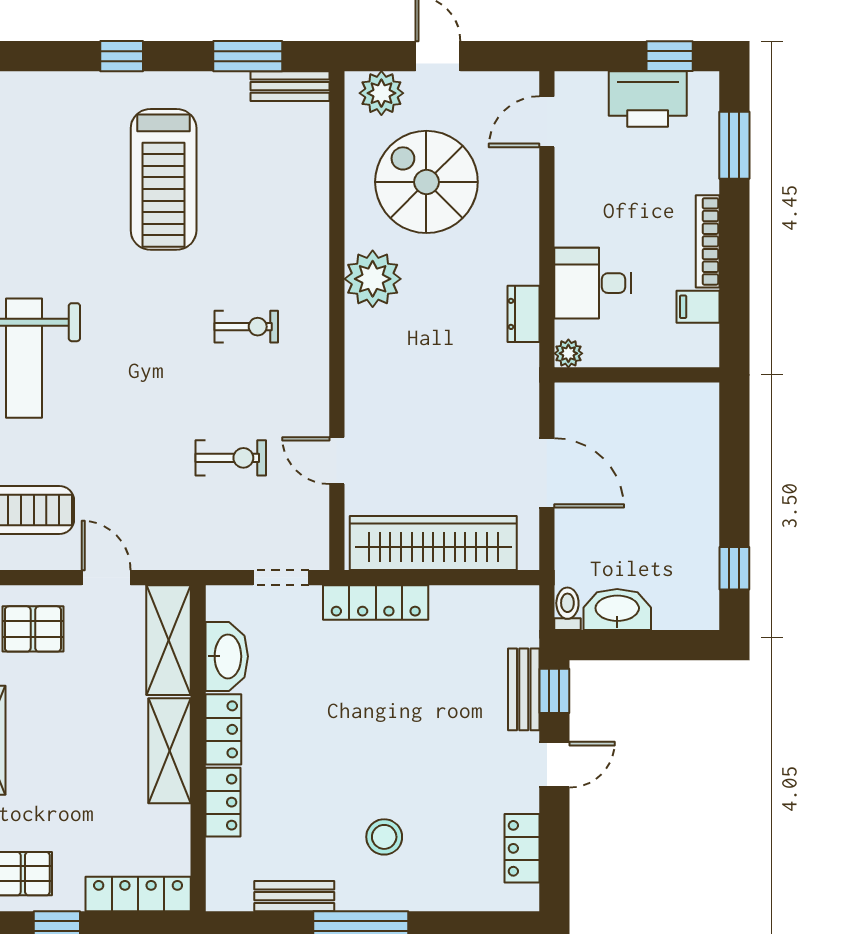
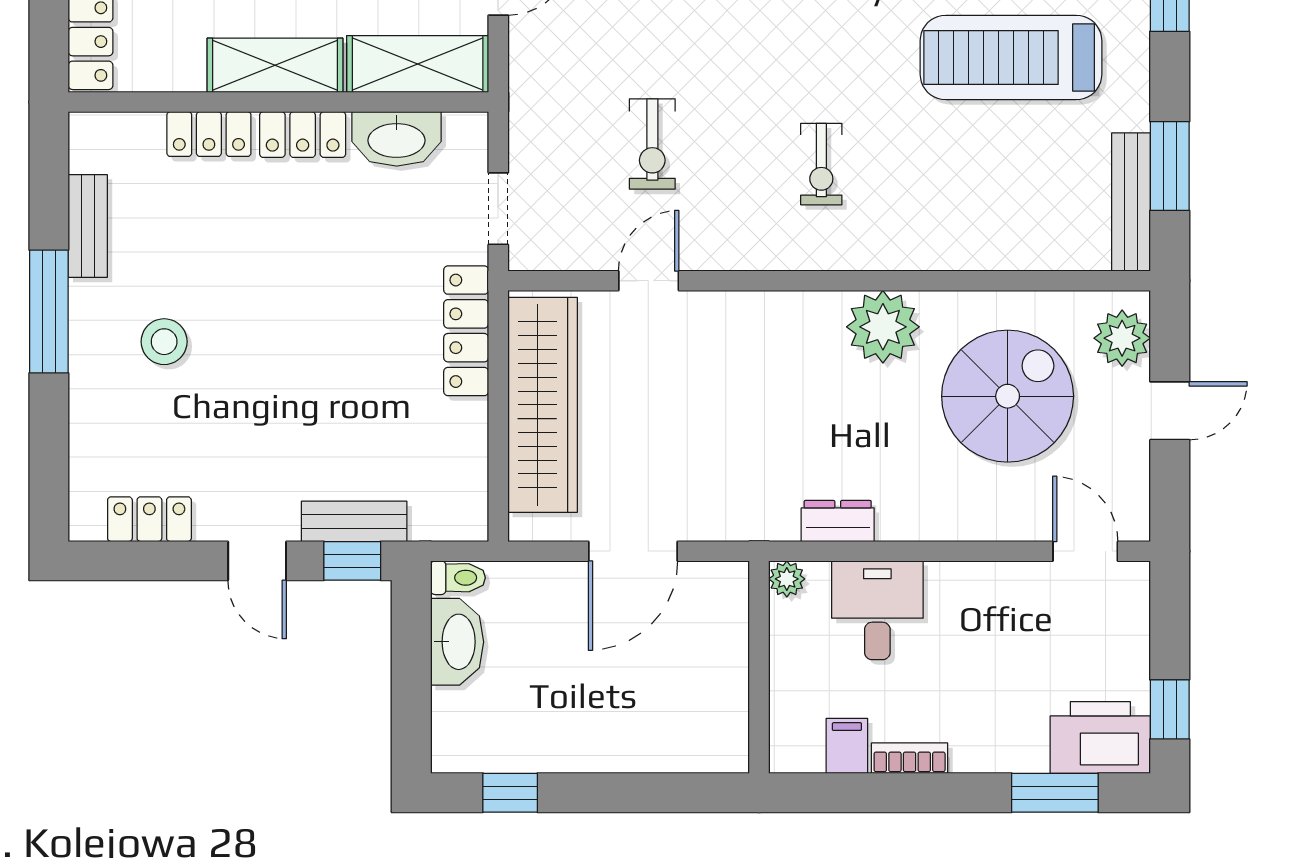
bench: (290, 86) -> (1131, 202), width x1.36
printer: (648, 99) -> (1100, 737), moved, turned 90
bookcase: (708, 241) -> (910, 758), width x0.64

